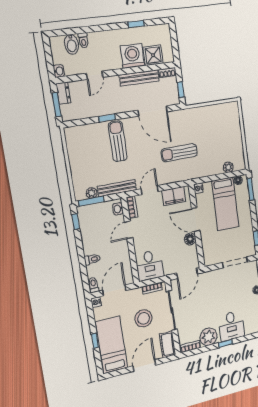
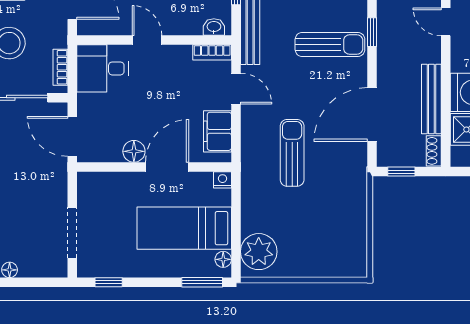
plant: (228, 167) -> (259, 252), width x1.88, depth x1.88
door: (129, 230) -> (147, 40), moved

